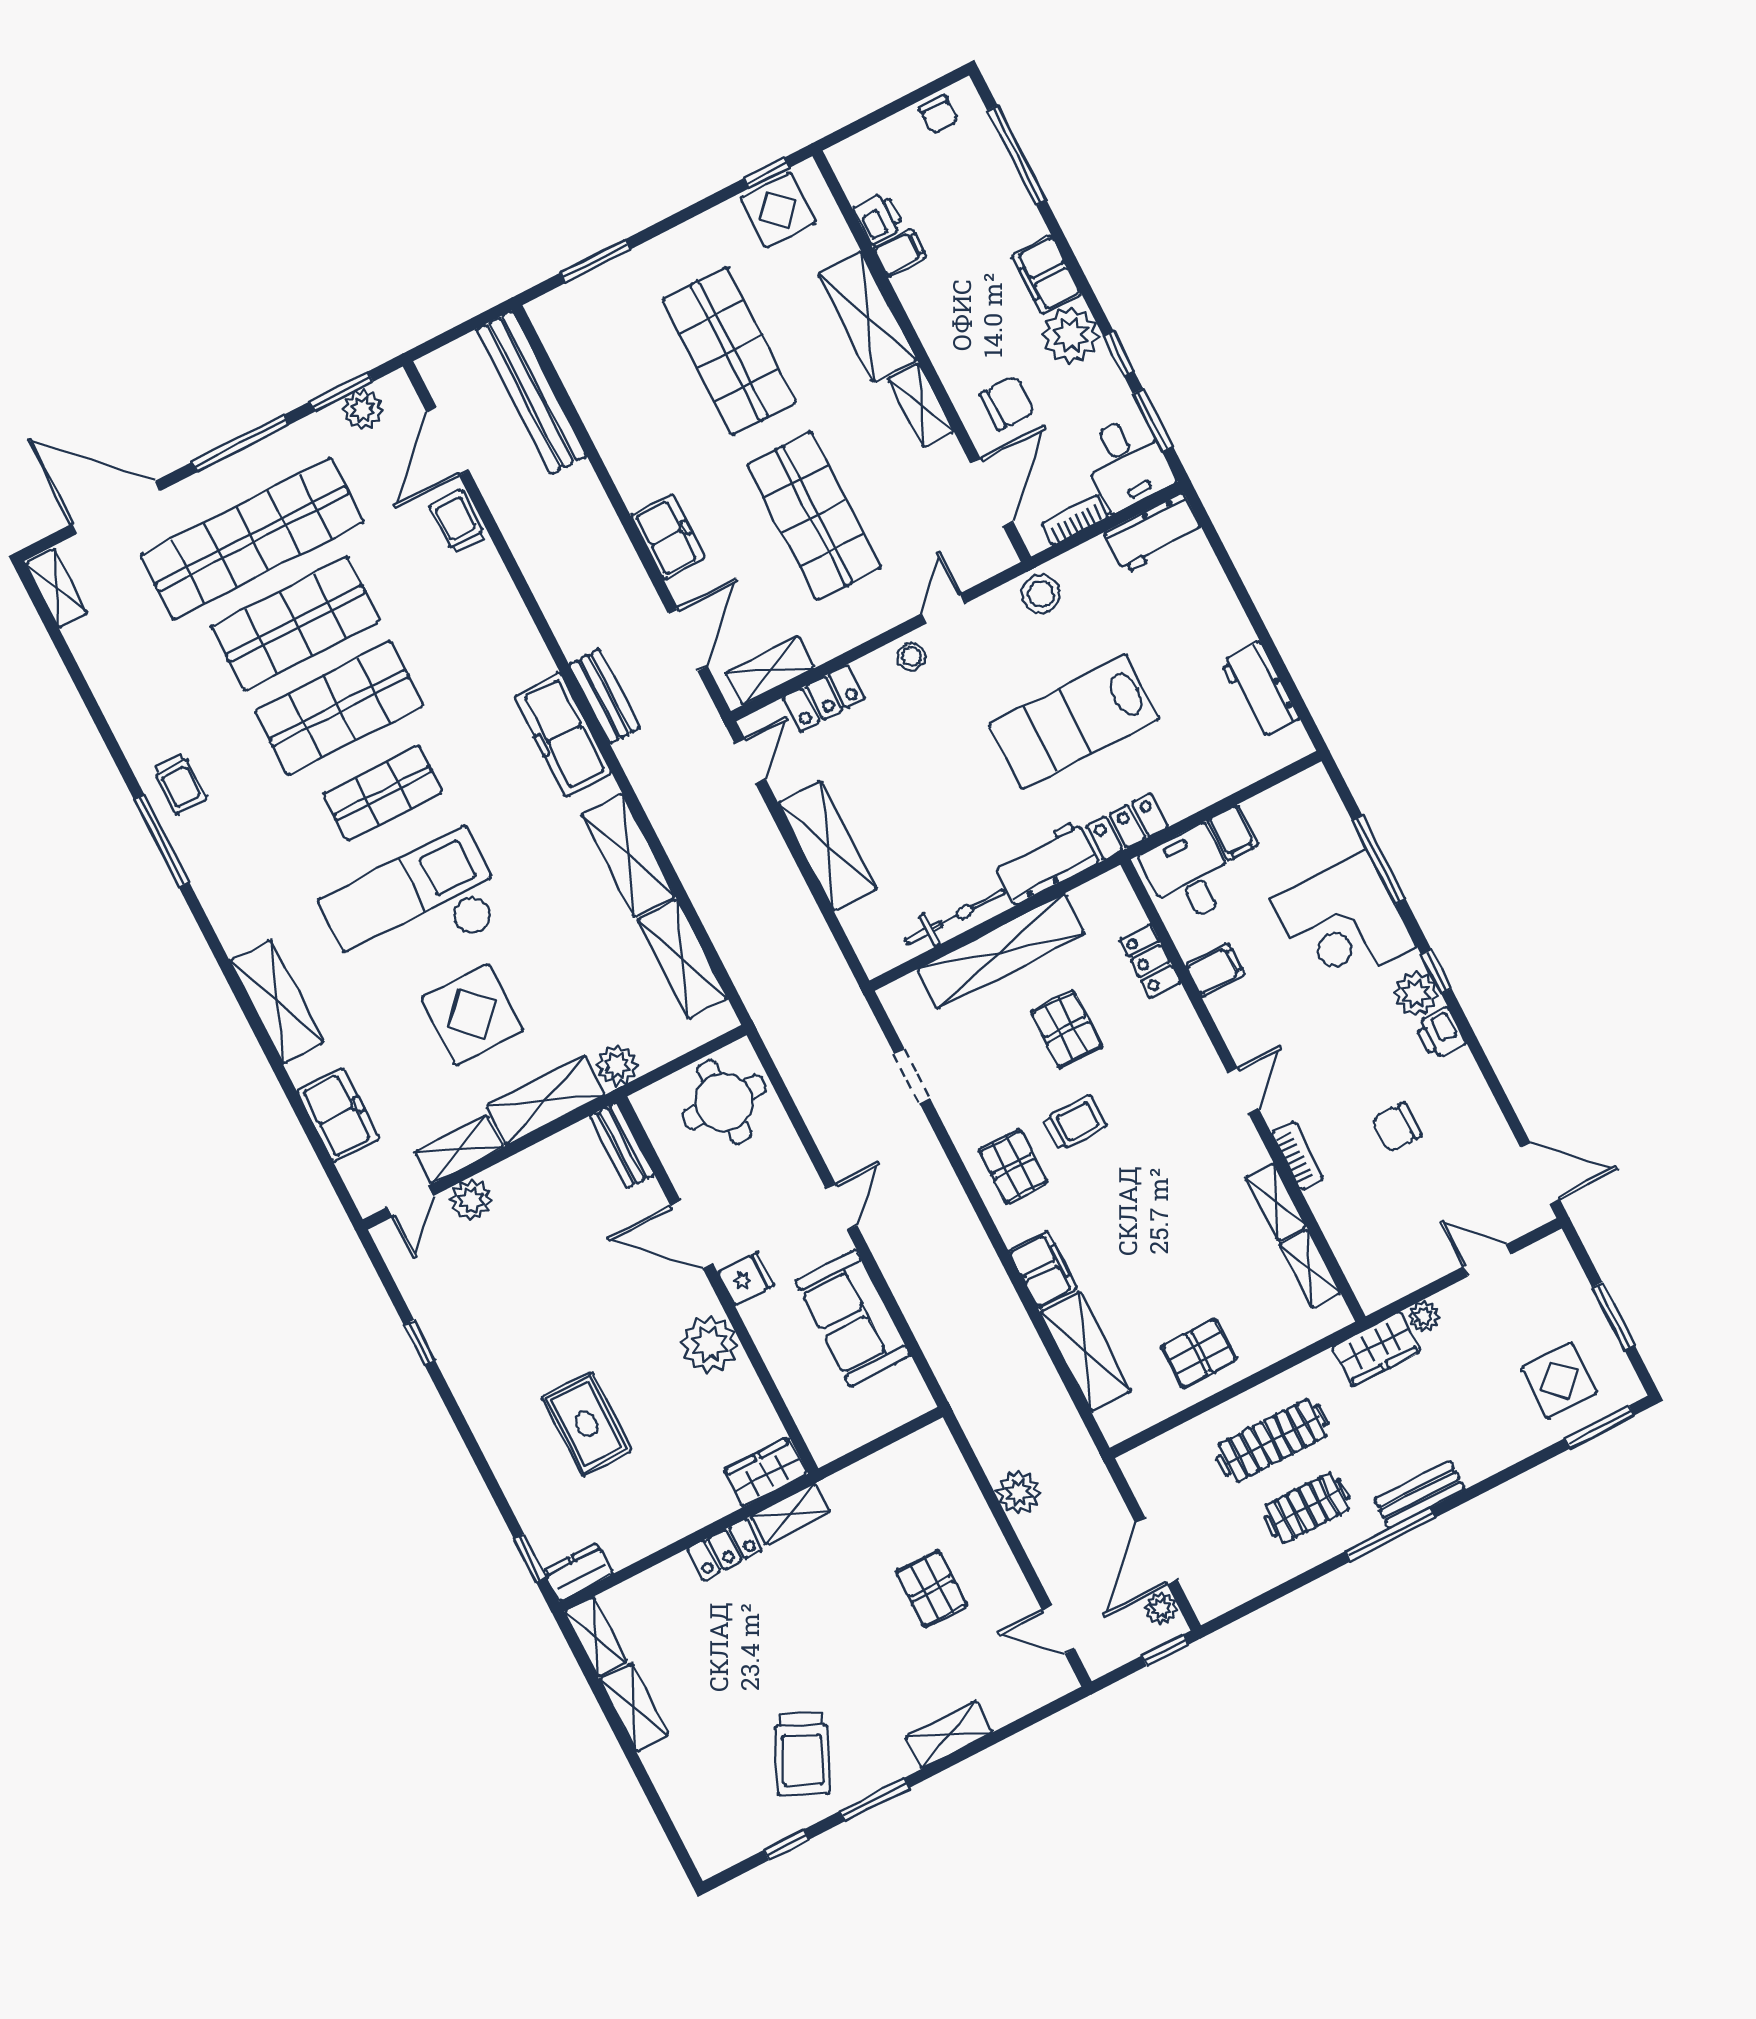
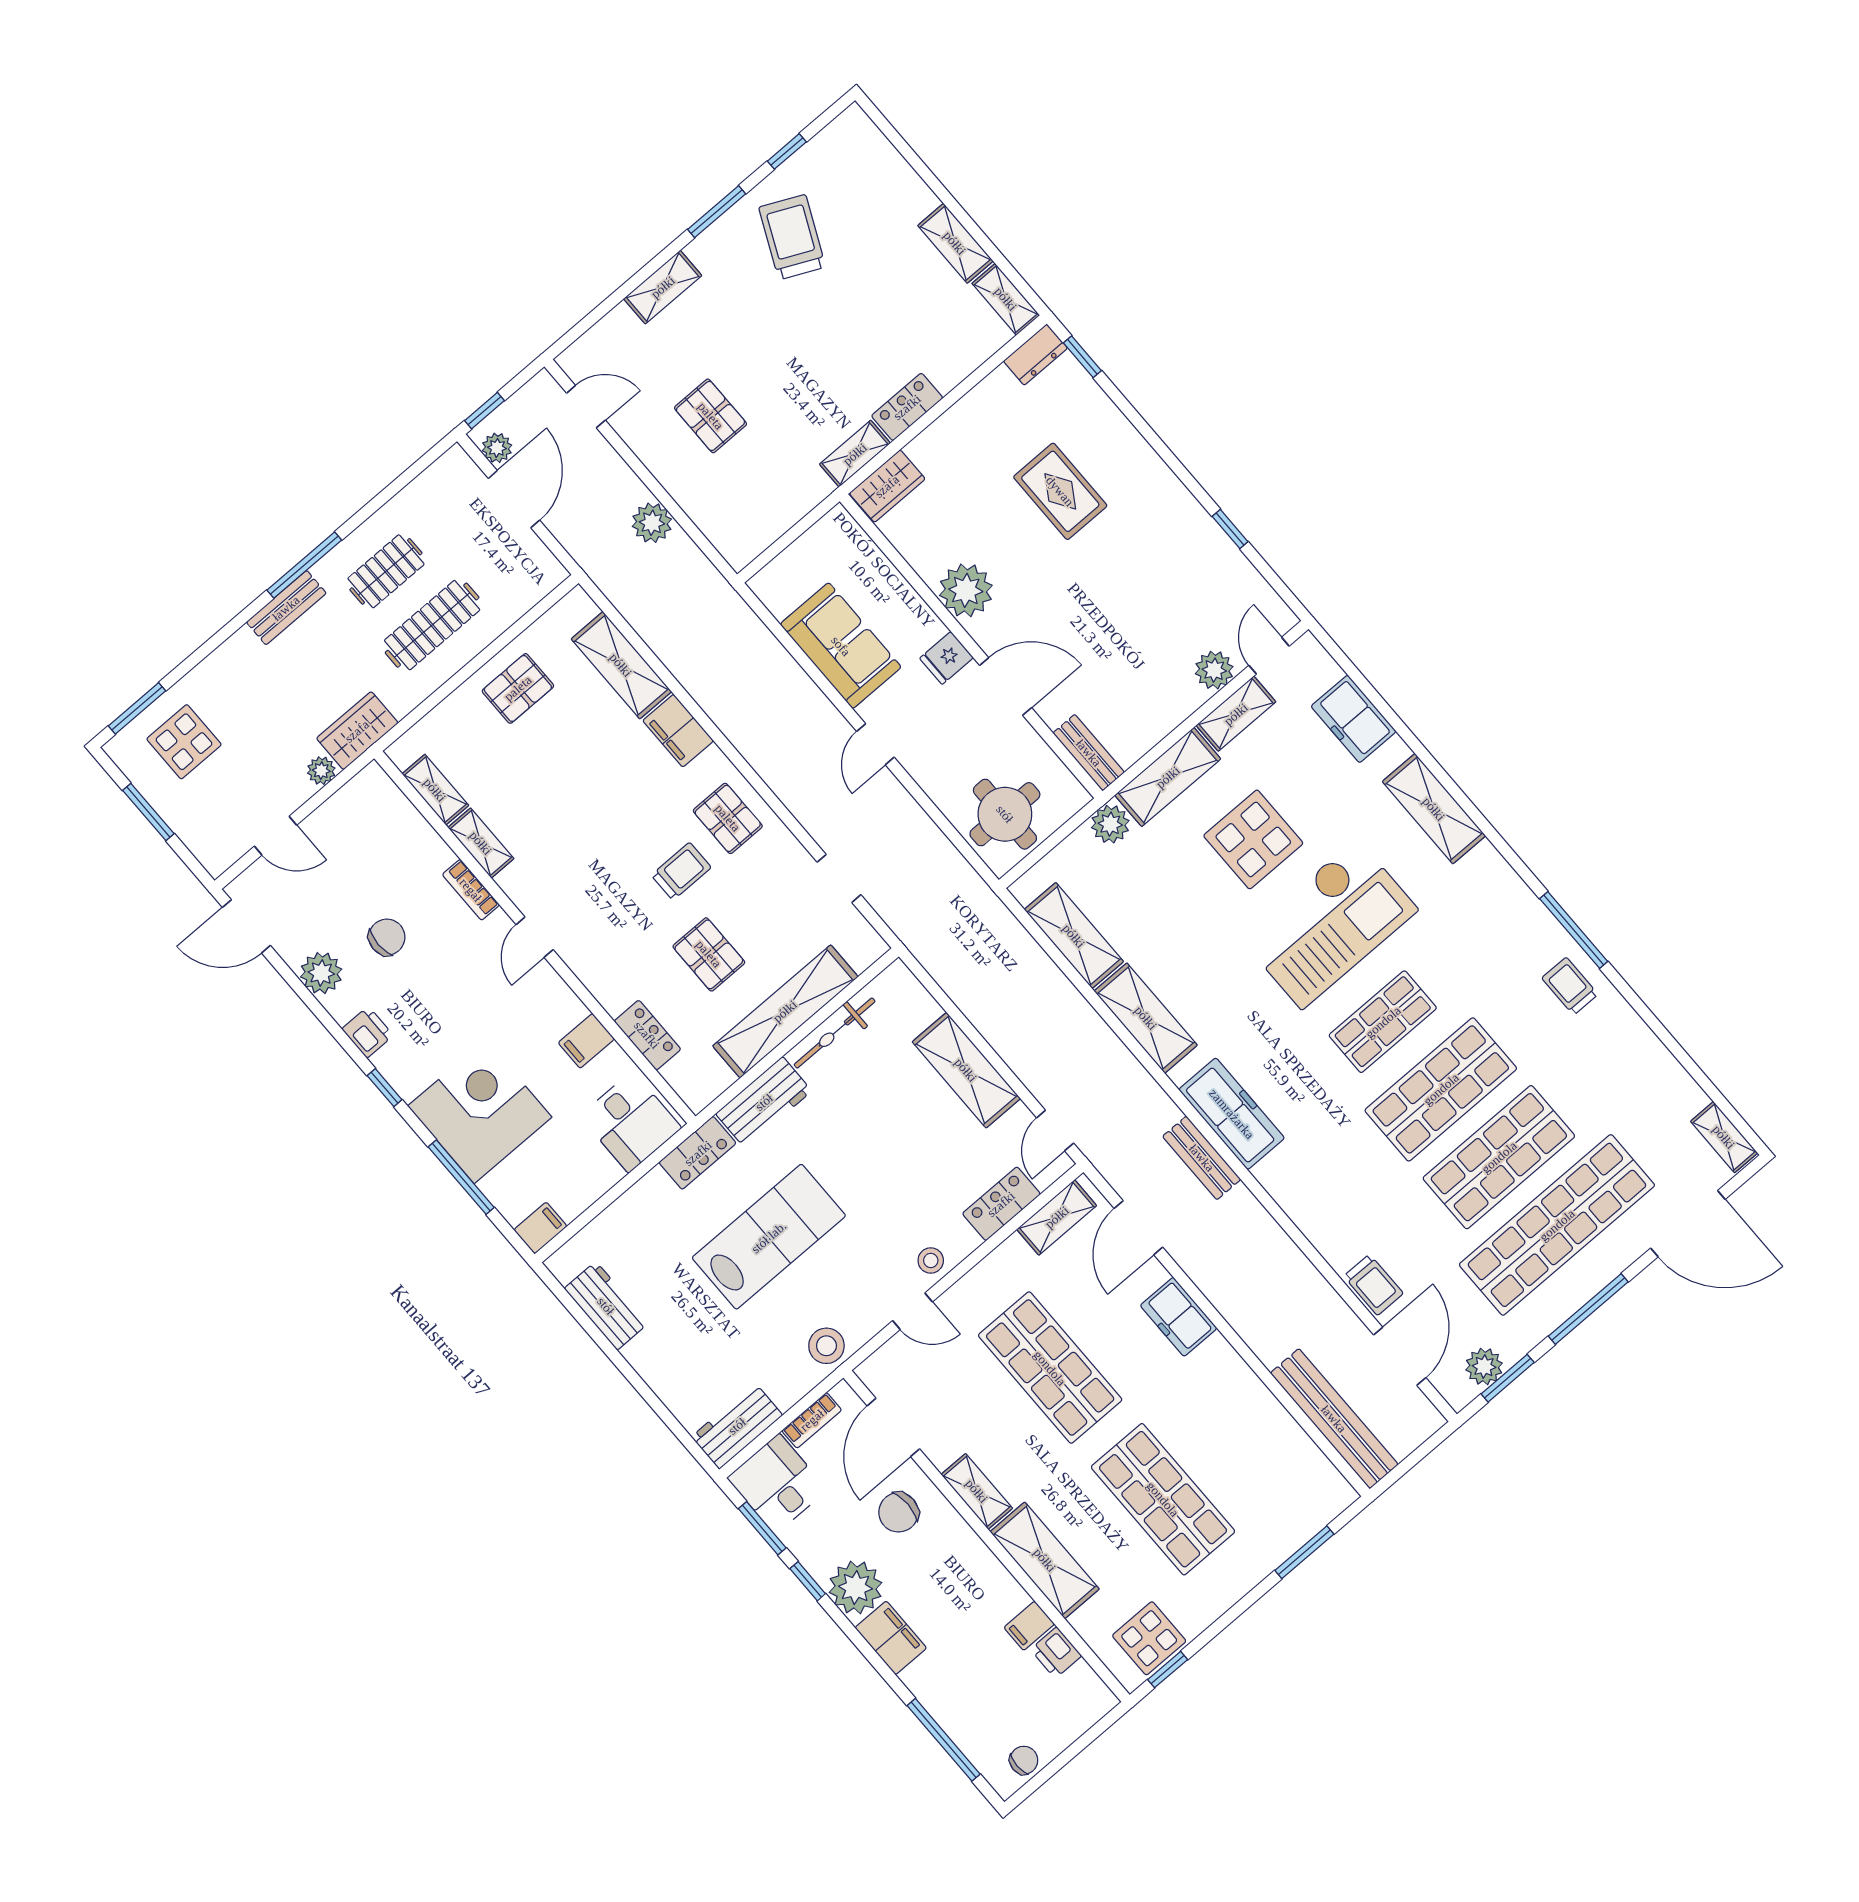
chair: (939, 114) -> (1024, 1760), turned 90
door: (943, 608) -> (912, 1311), hinge flipped
filing cabinet: (1233, 833) -> (540, 1228), moved, turned 90
plant: (1416, 994) -> (321, 973), moved
trolley: (1075, 1123) -> (681, 871), turned 180

